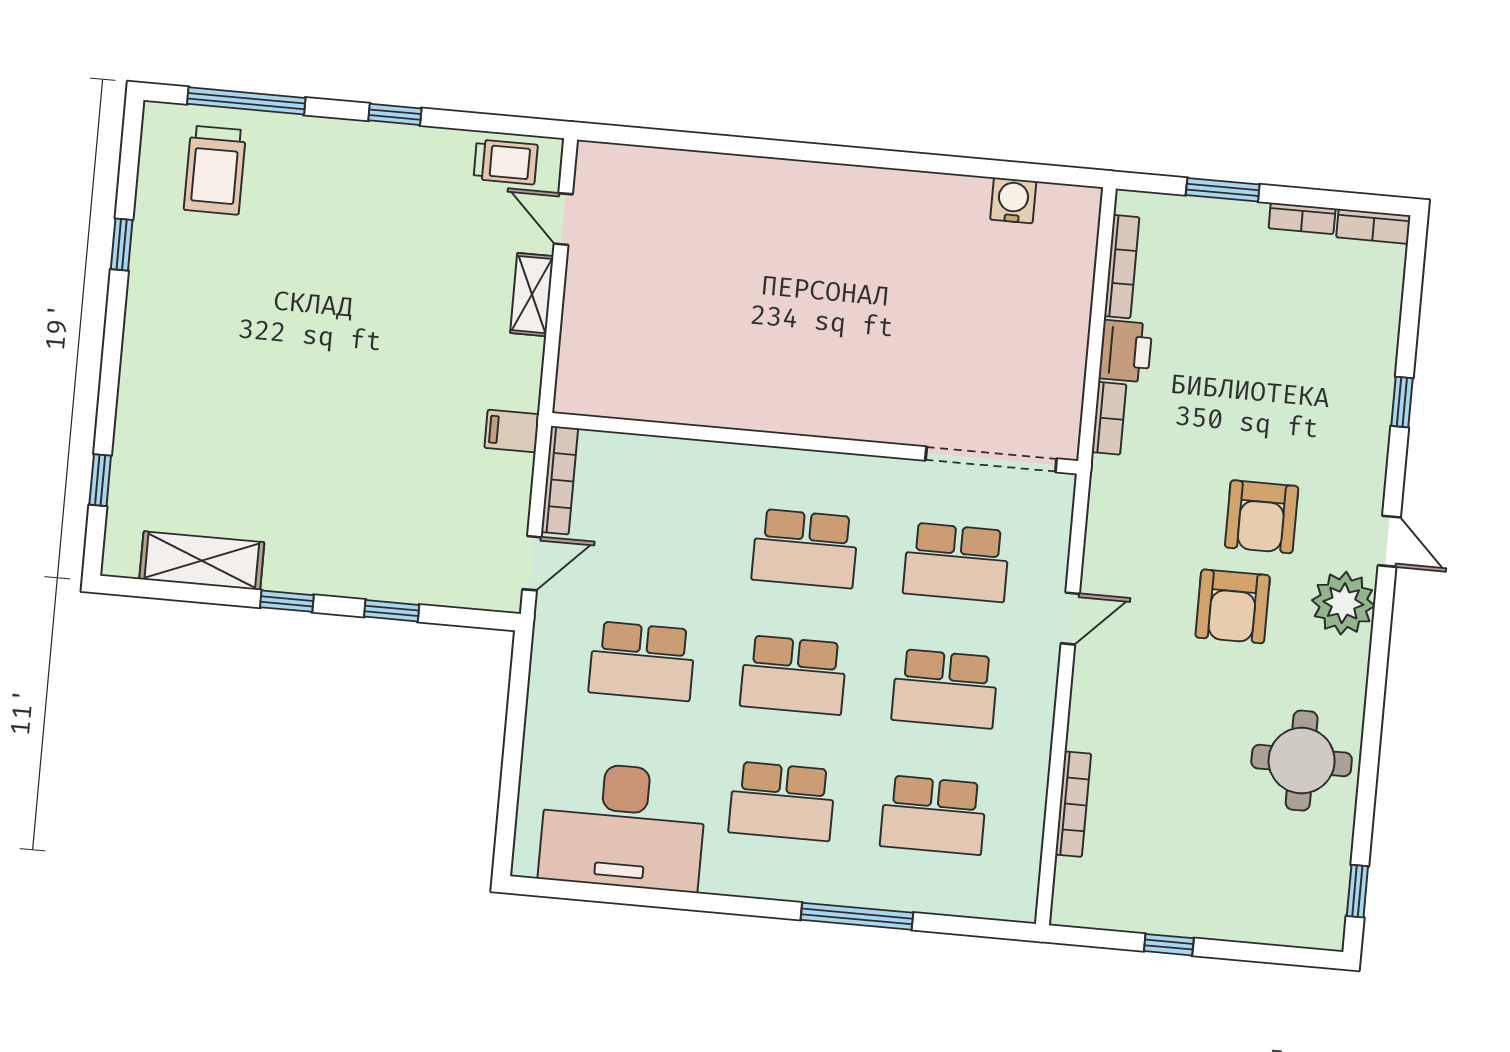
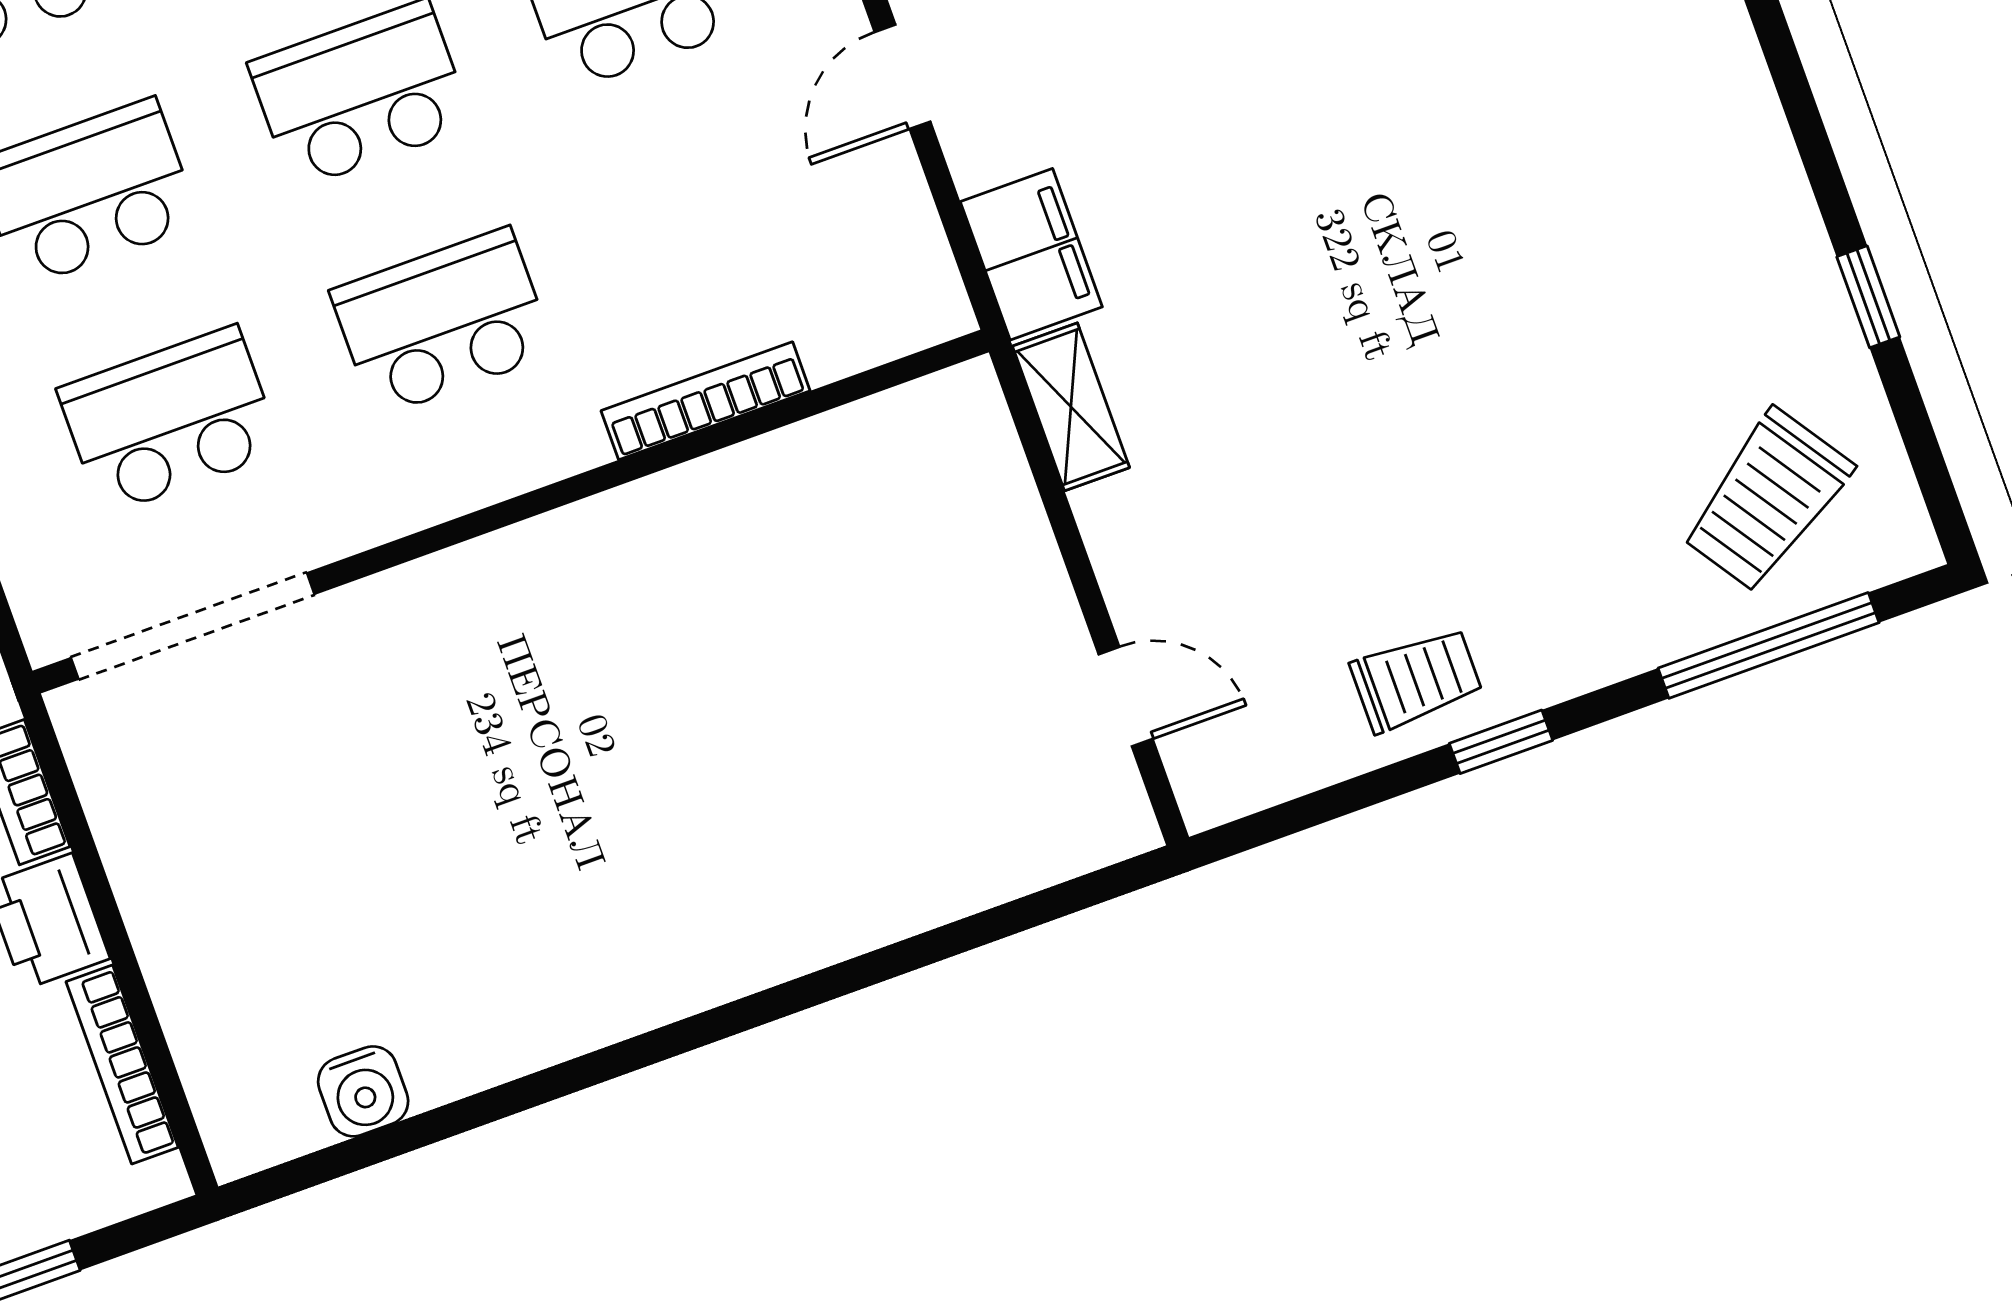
trolley: (506, 162) -> (1416, 680), moved, turned 180
trolley: (215, 170) -> (1767, 501), turned -124
shelving: (532, 295) -> (1071, 407), moved
filing cabinet: (512, 431) -> (1031, 254), width x2.00
bookcase: (560, 480) -> (706, 401), moved, turned 90

